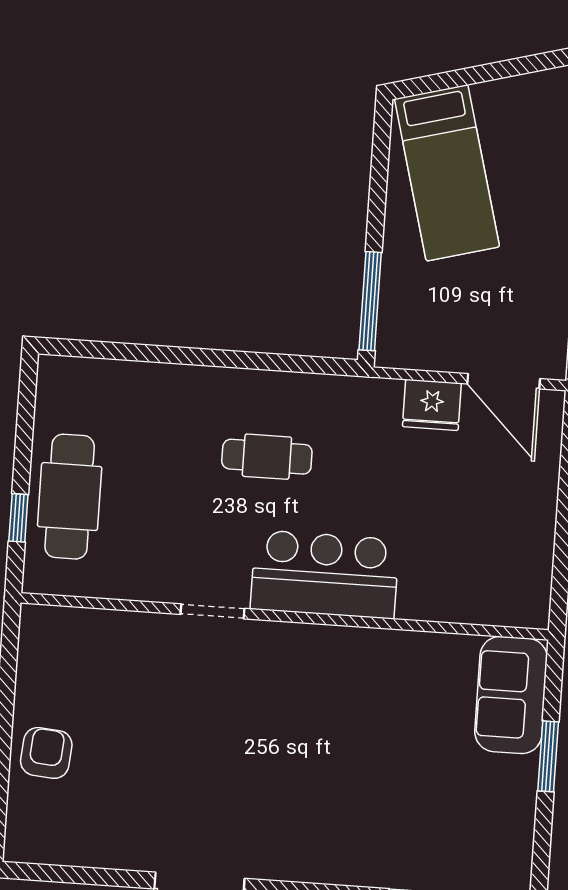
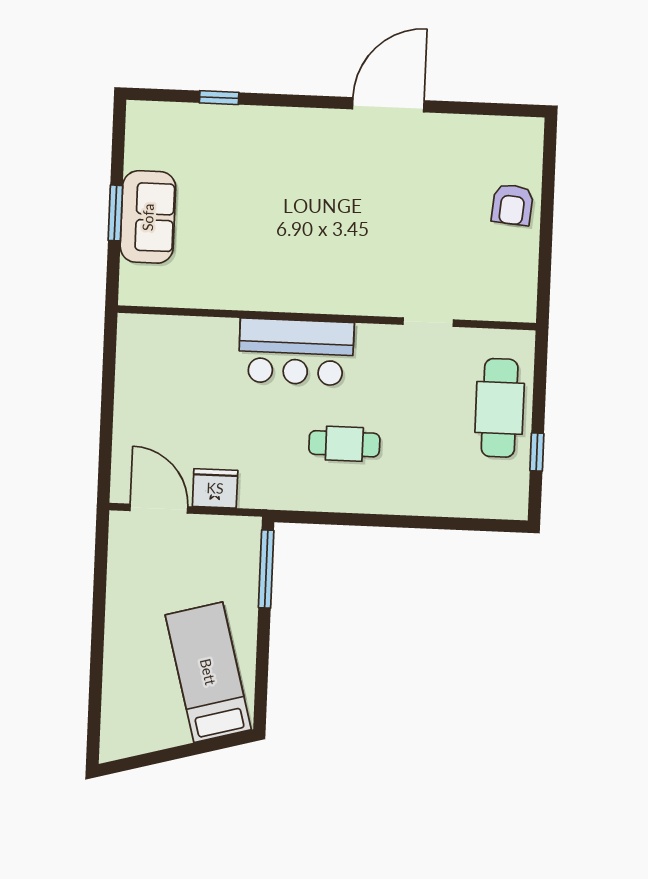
window: (18, 518) -> (537, 452), moved
doorway: (213, 611) -> (428, 322), moved
sofa: (511, 695) -> (148, 217), moved

